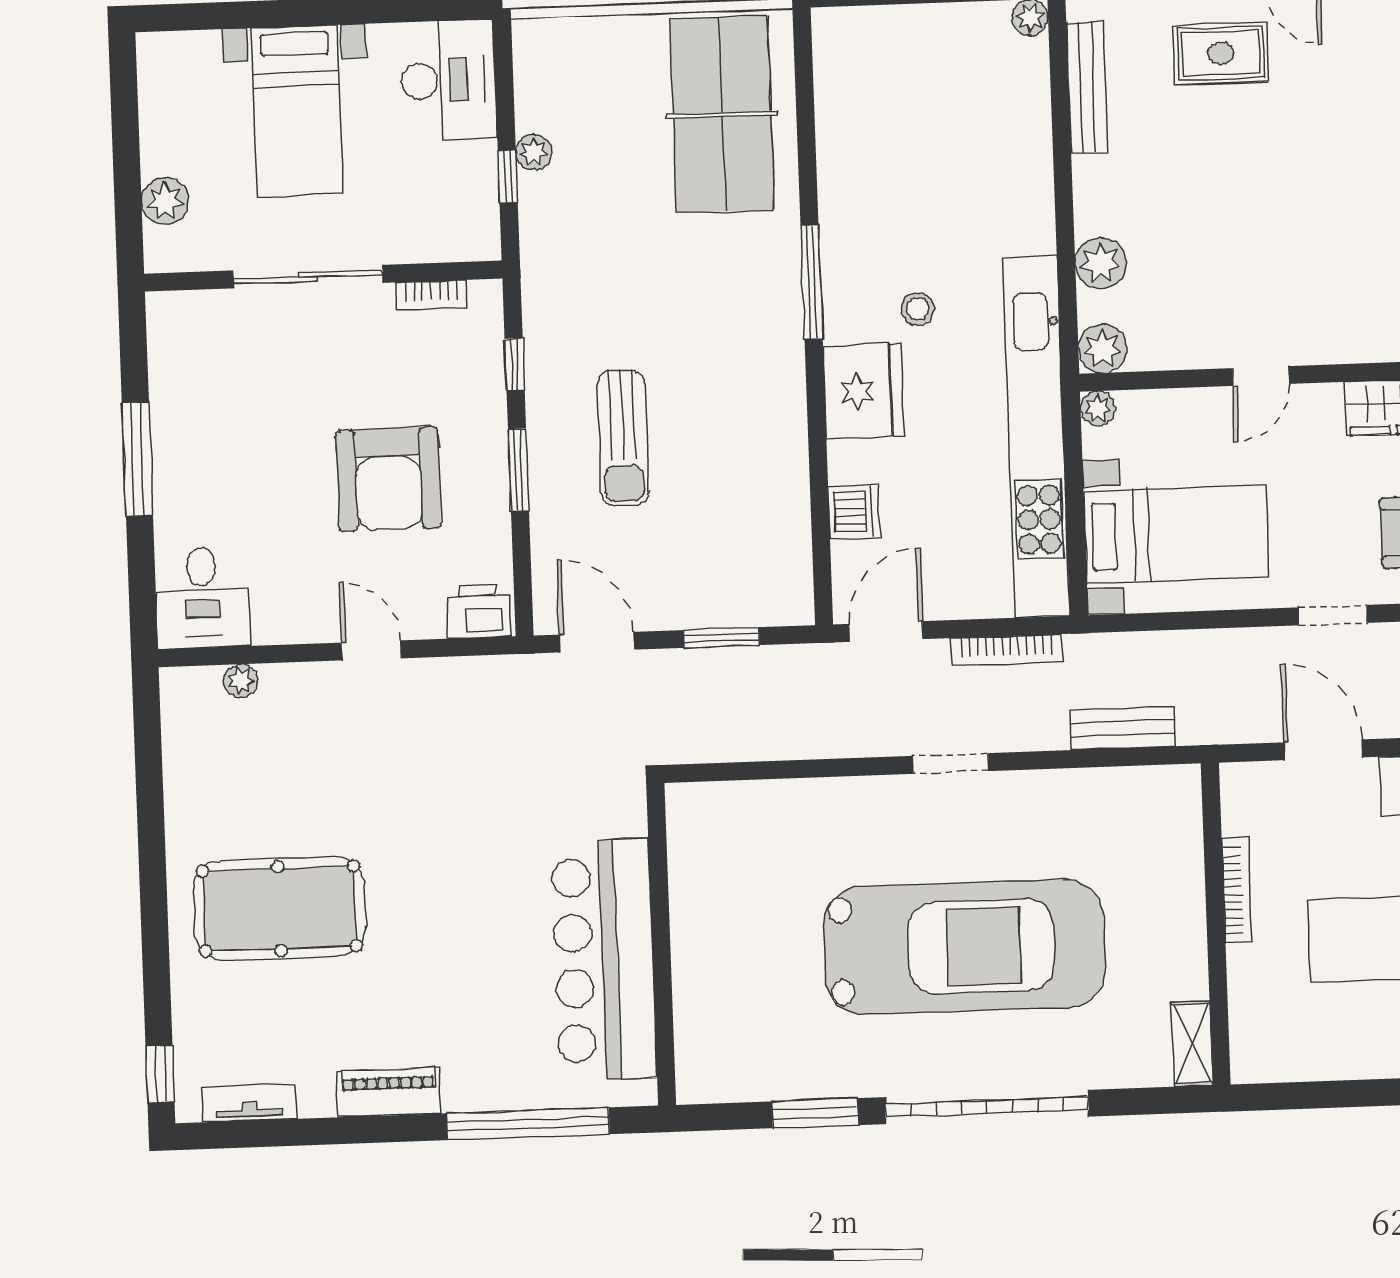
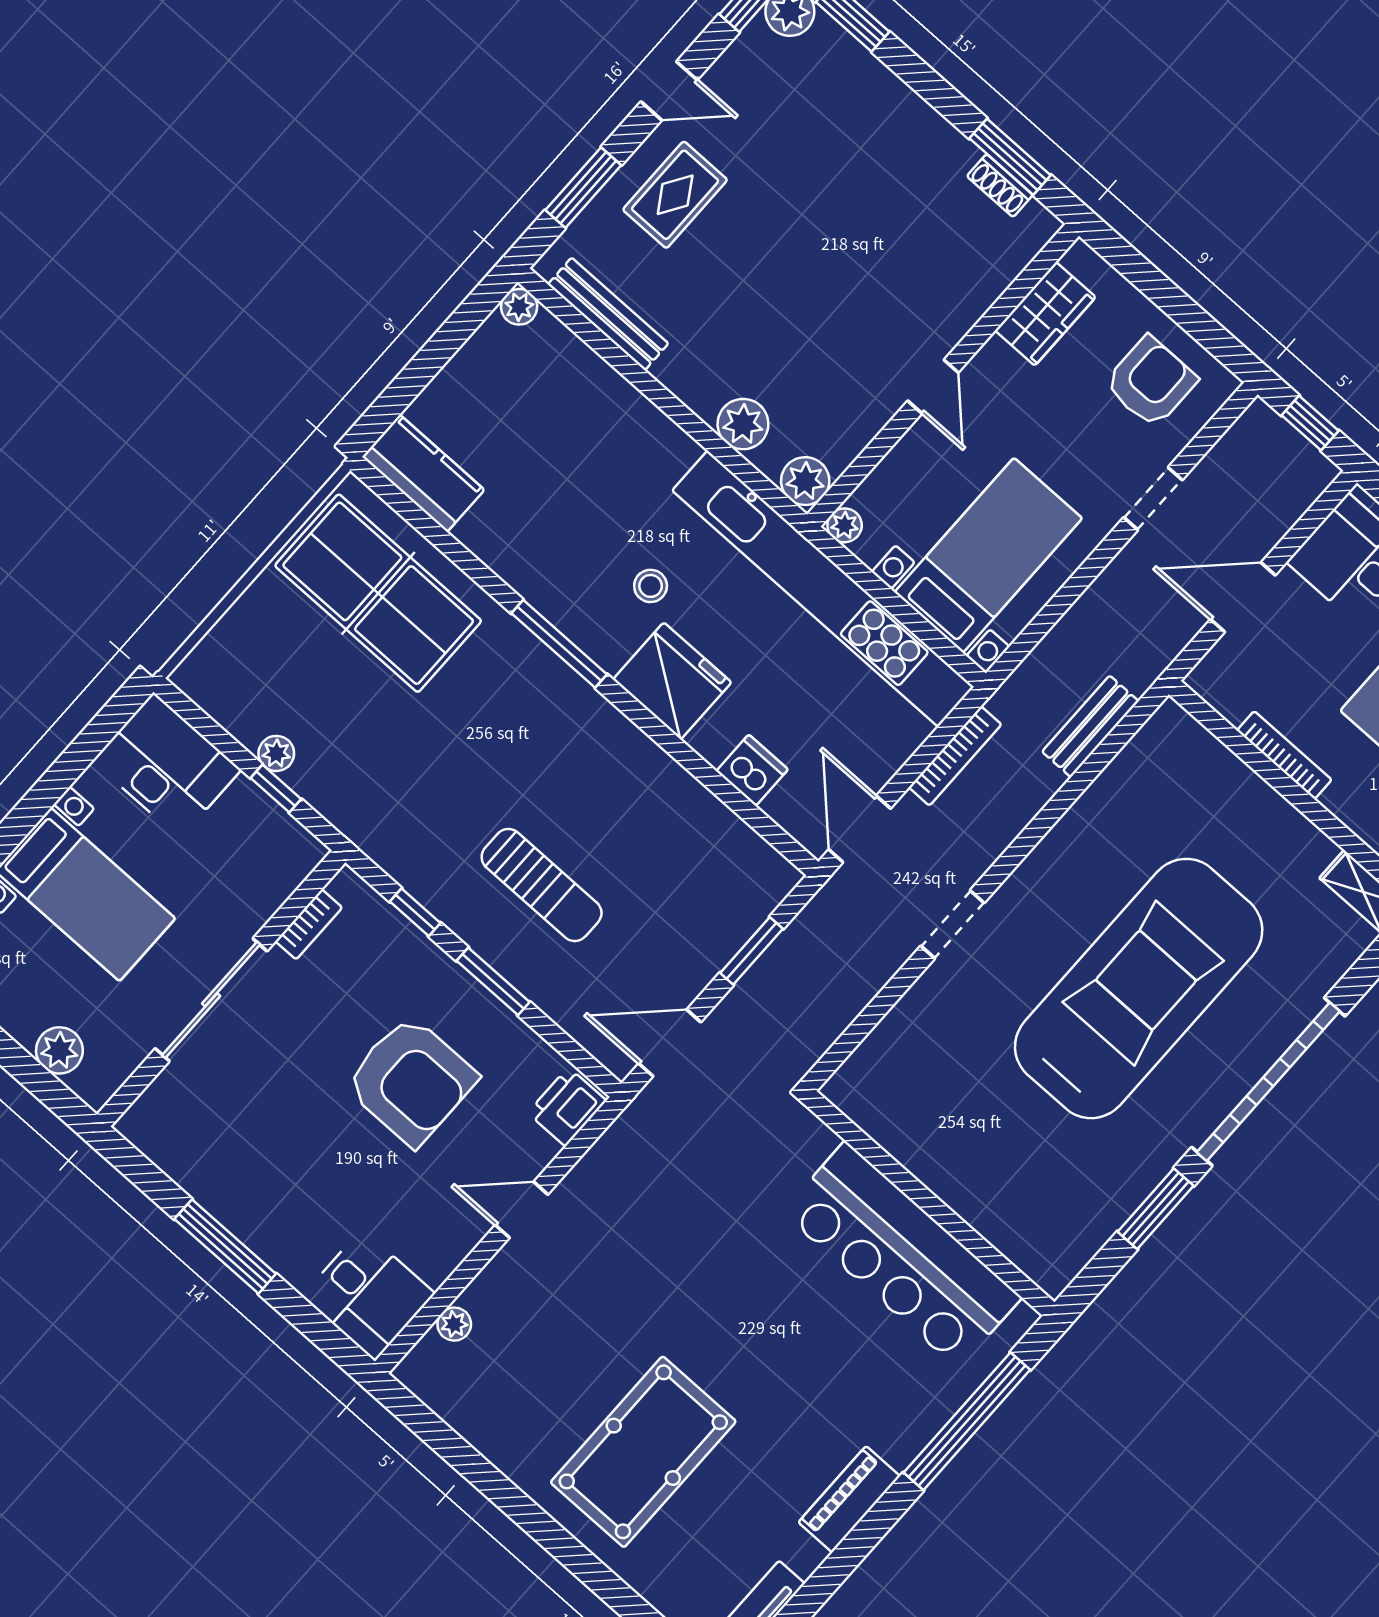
kitchen counter: (841, 64) -> (423, 473), added
doorway: (950, 763) -> (953, 924), moved

